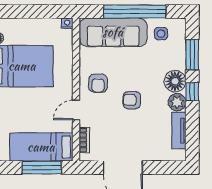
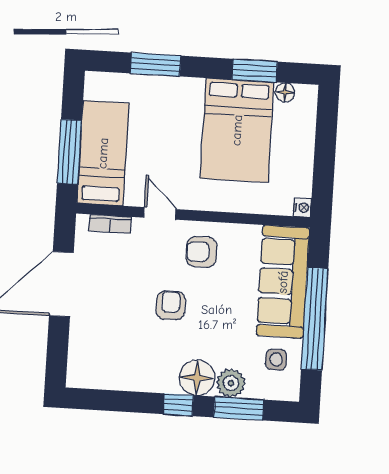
plant: (177, 102) -> (231, 383), moved
tv unit: (179, 131) -> (116, 379), removed

